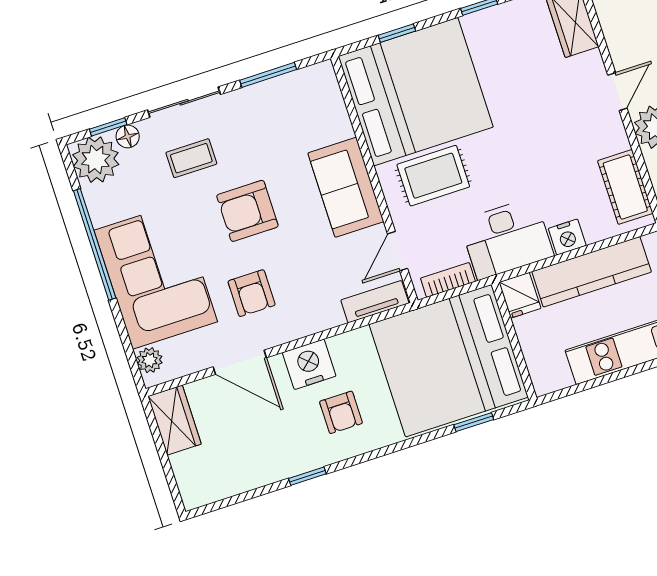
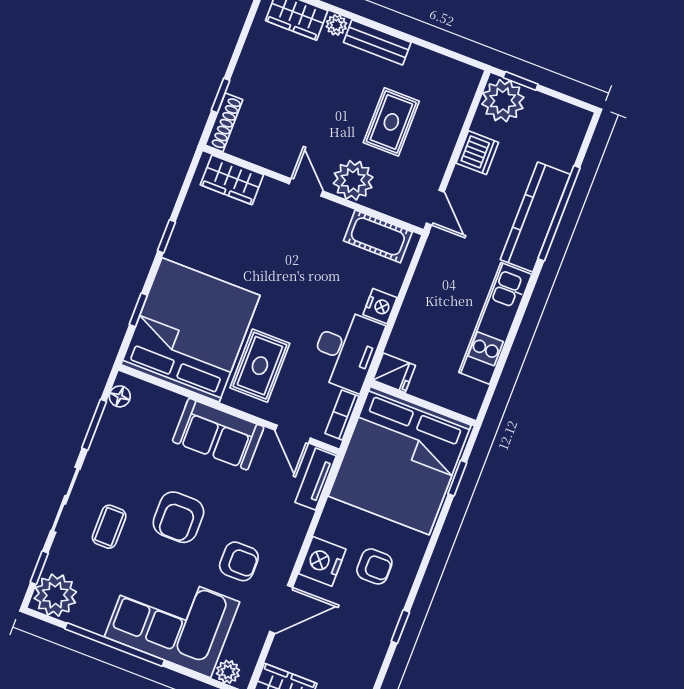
floor lamp: (128, 136) -> (120, 396), moved
kitchen counter: (592, 272) -> (419, 309), removed

